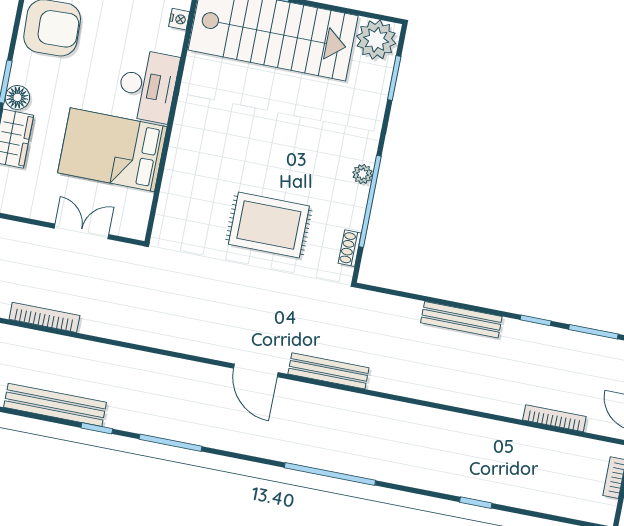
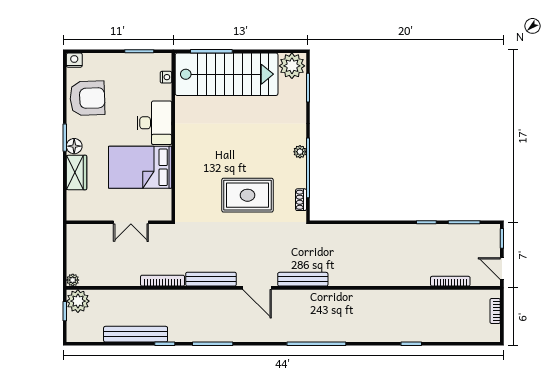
double door: (81, 231) -> (131, 222), swing flipped
bookcase: (44, 317) -> (163, 281), moved
bench: (461, 320) -> (211, 279), moved

